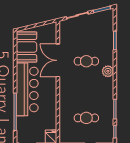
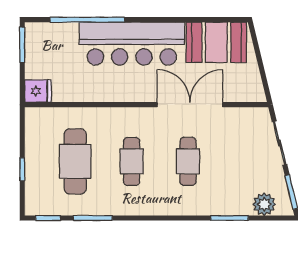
plant: (108, 71) -> (264, 204), moved
cafe table: (86, 90) -> (132, 161), added
cafe table: (86, 118) -> (75, 161), width x1.37, depth x1.35

